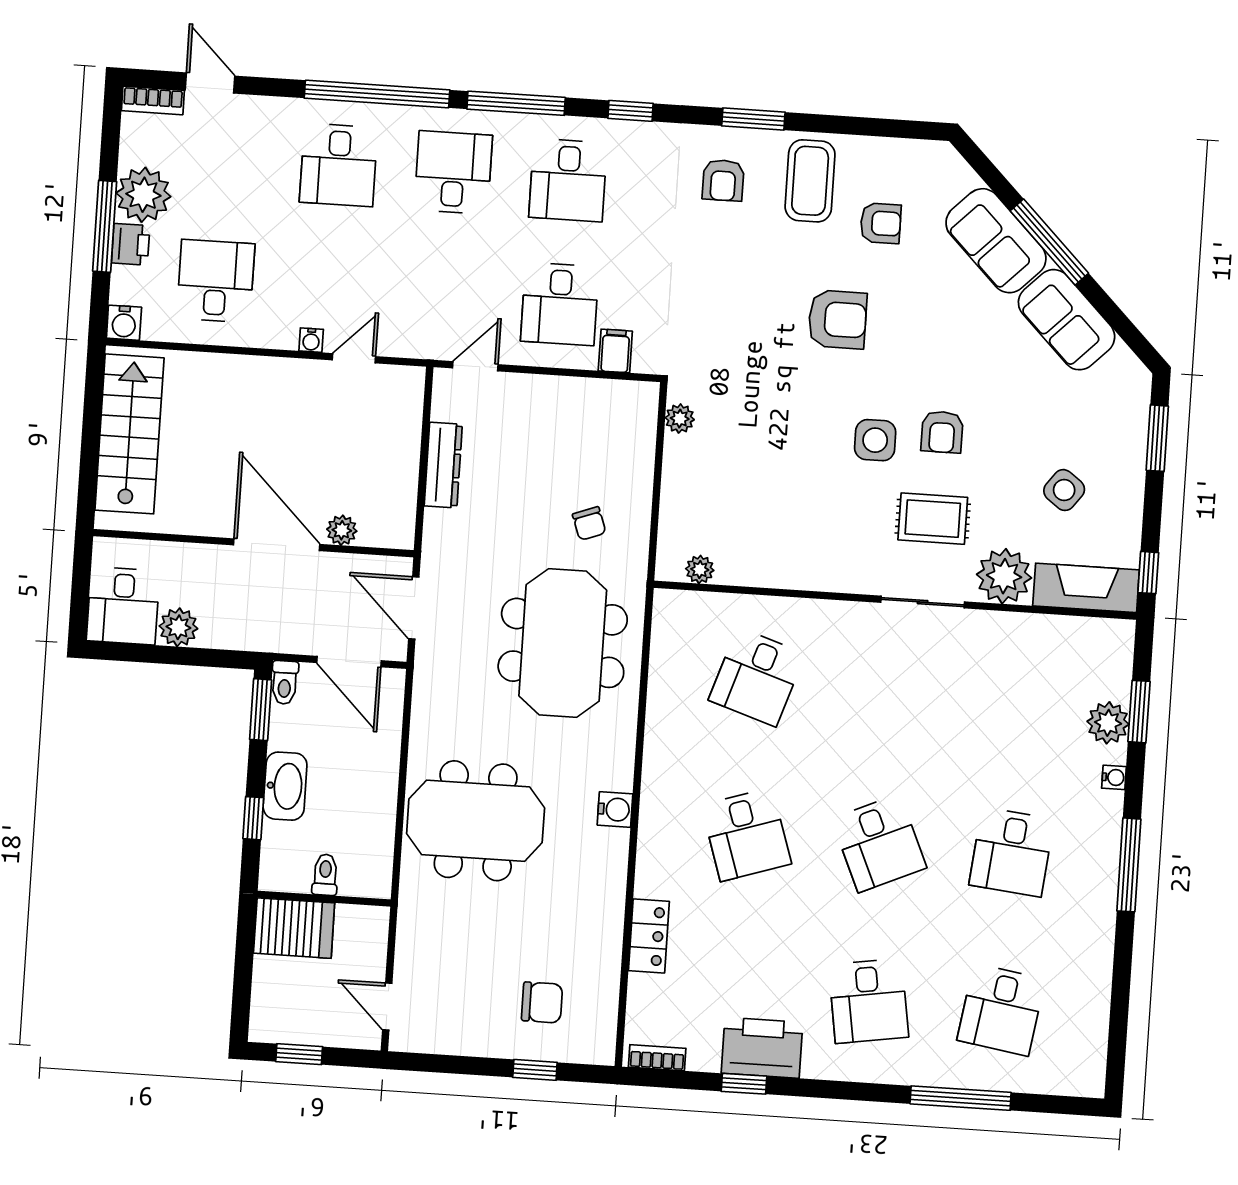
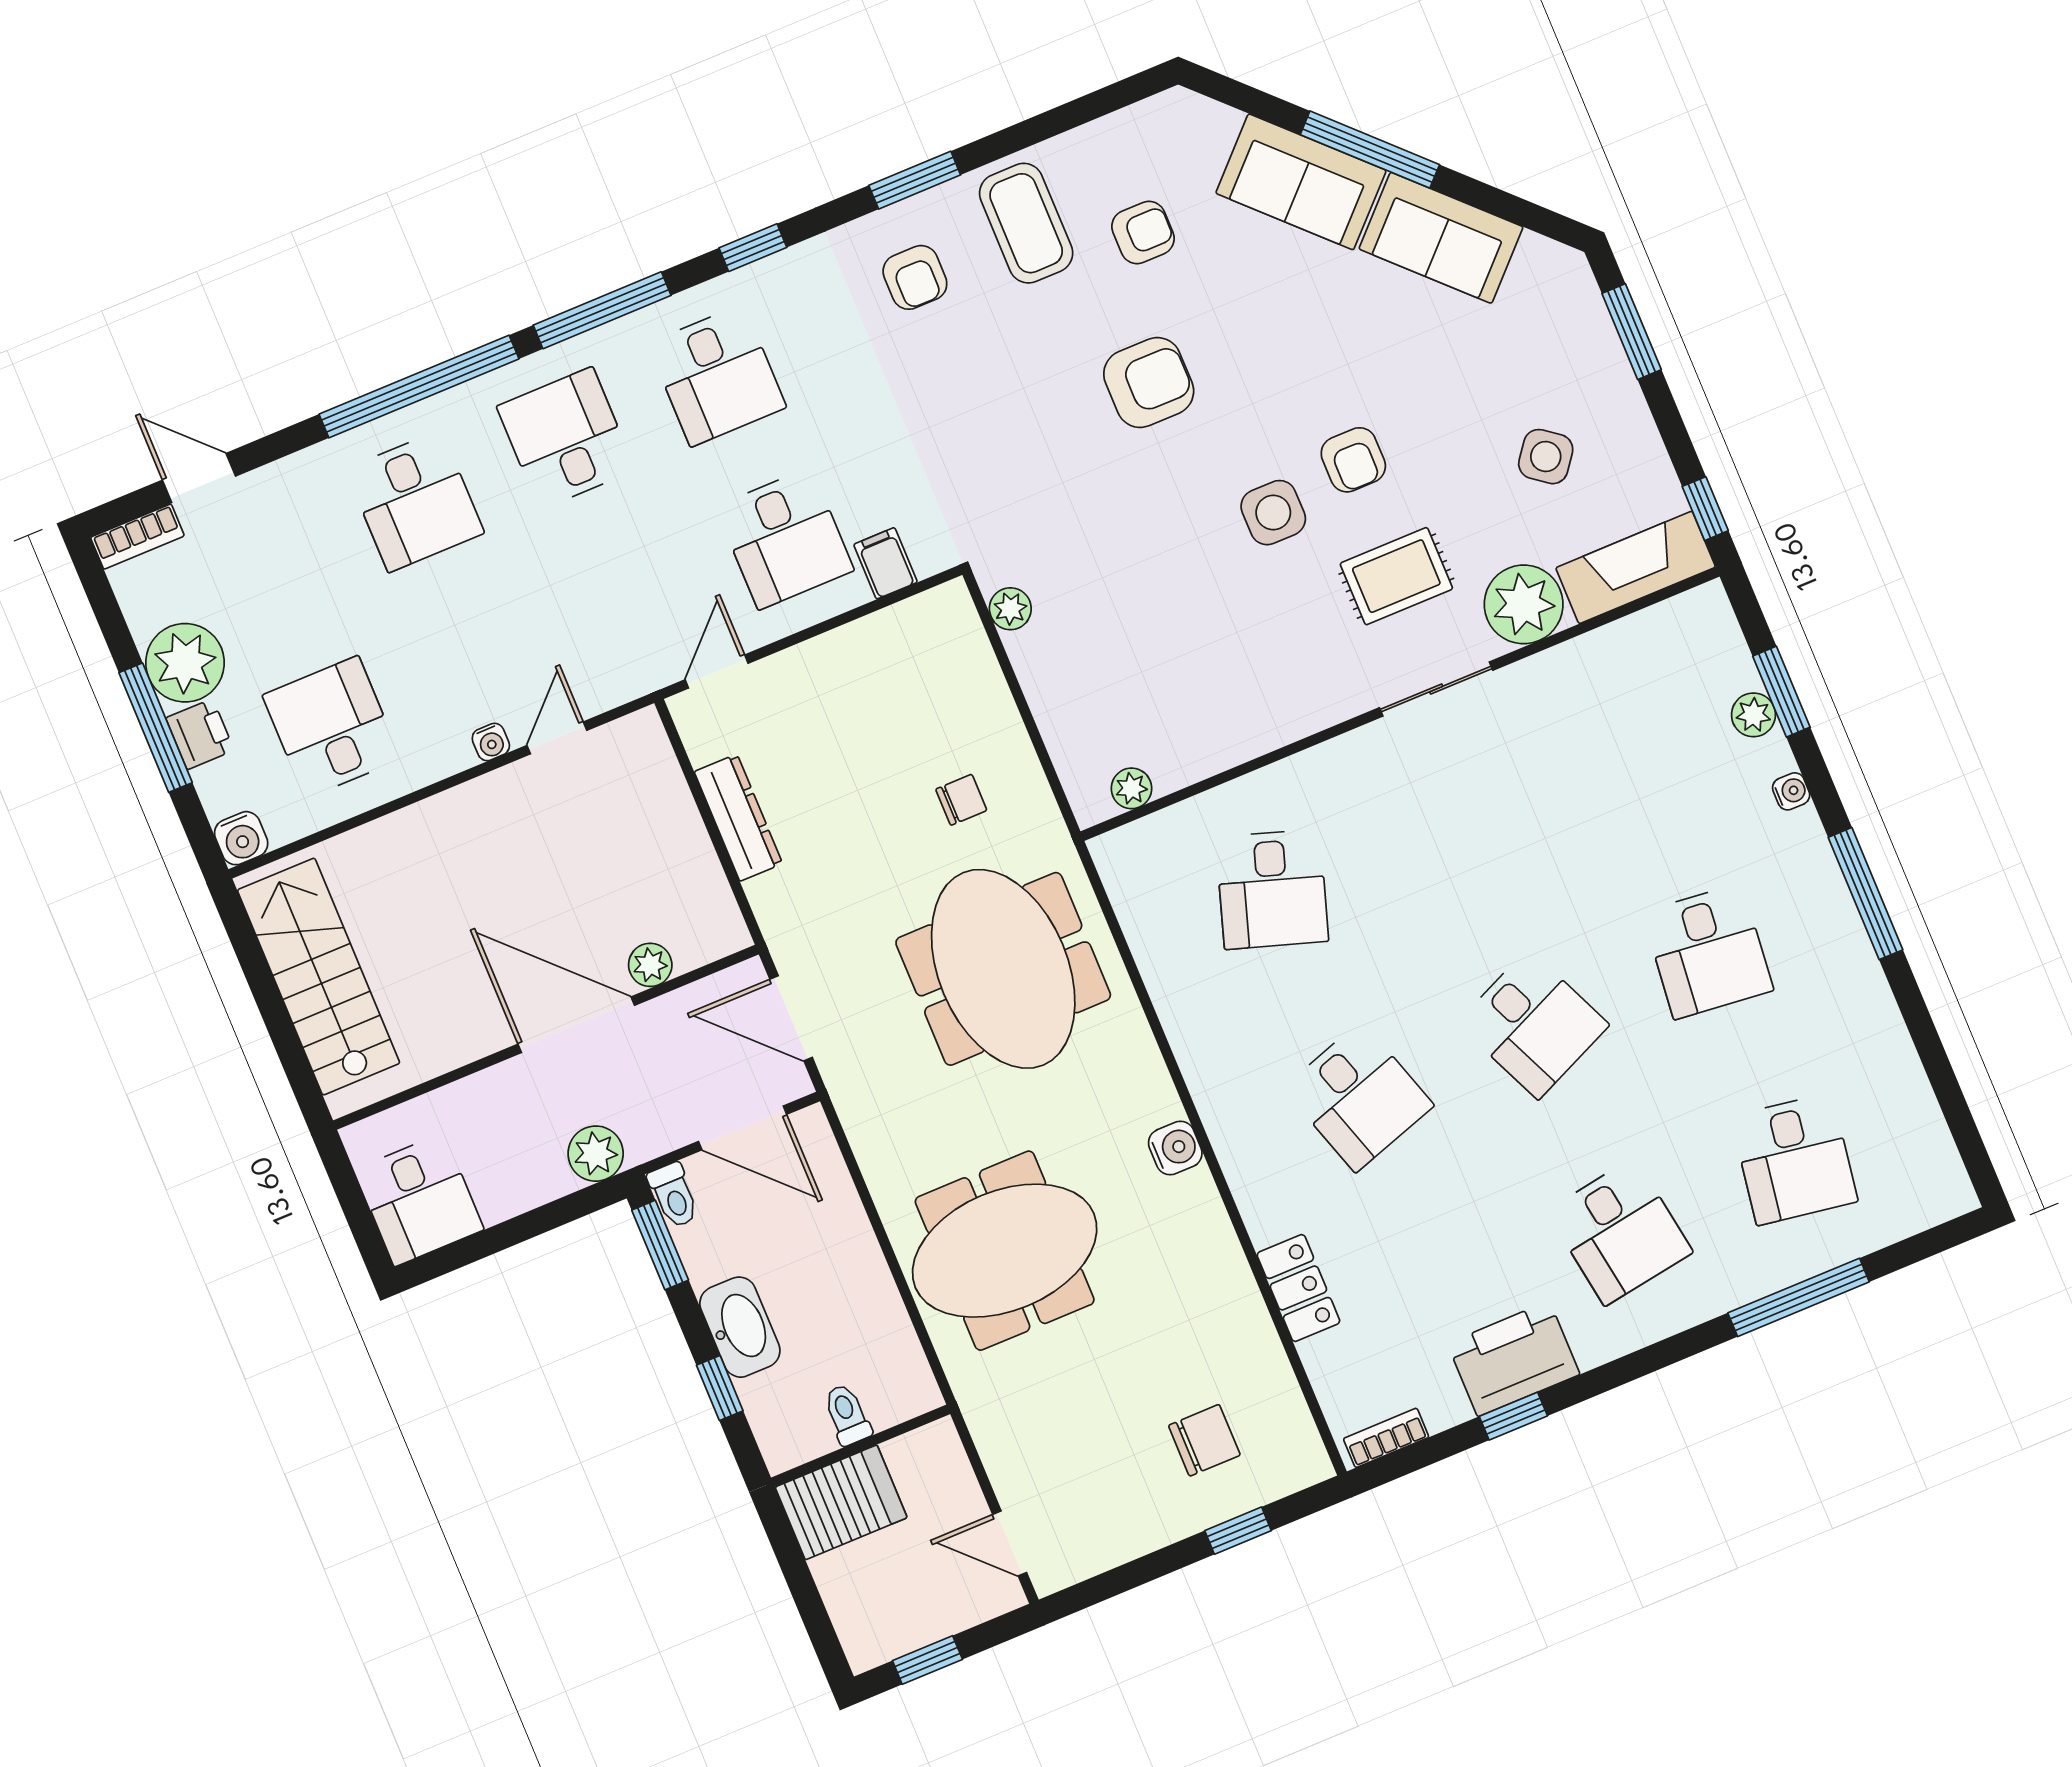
chair: (589, 523) -> (961, 800), turned -70
plant: (178, 627) -> (596, 1154), moved
plant: (1108, 723) -> (1753, 715), width x0.73, depth x0.73

